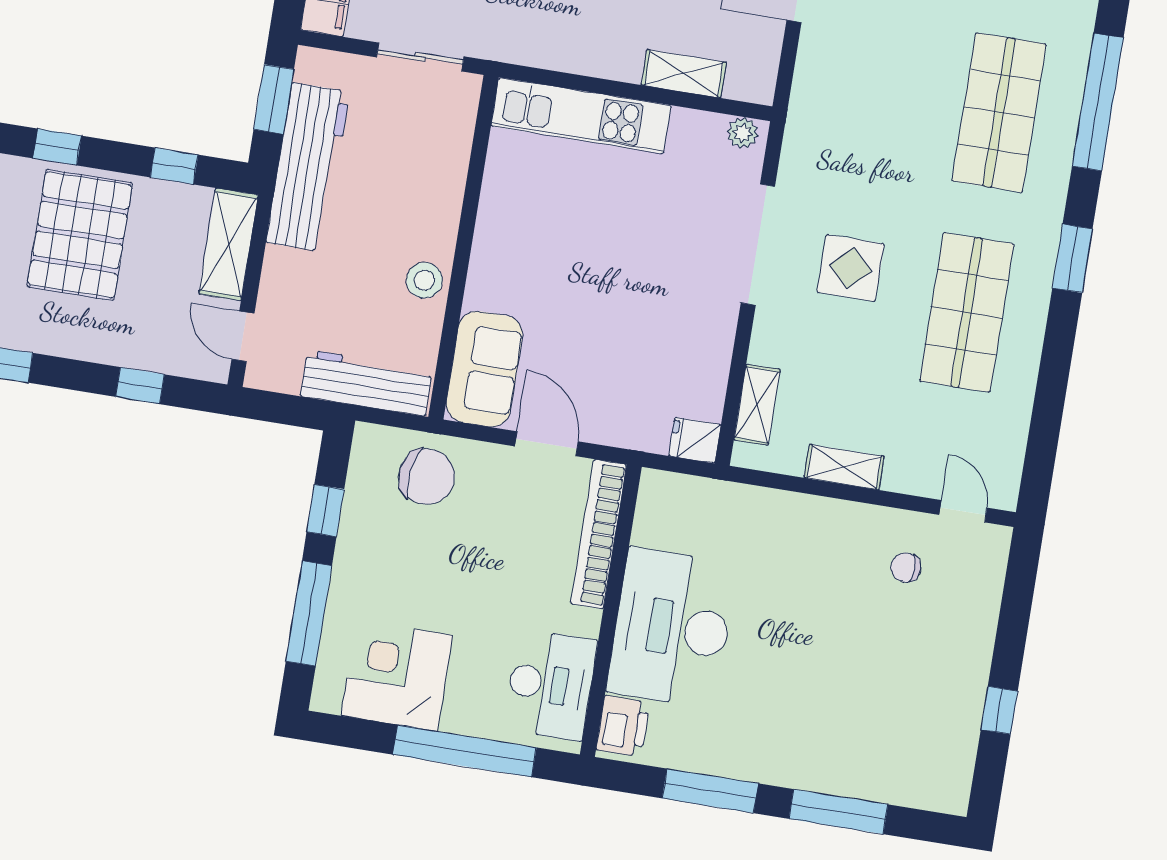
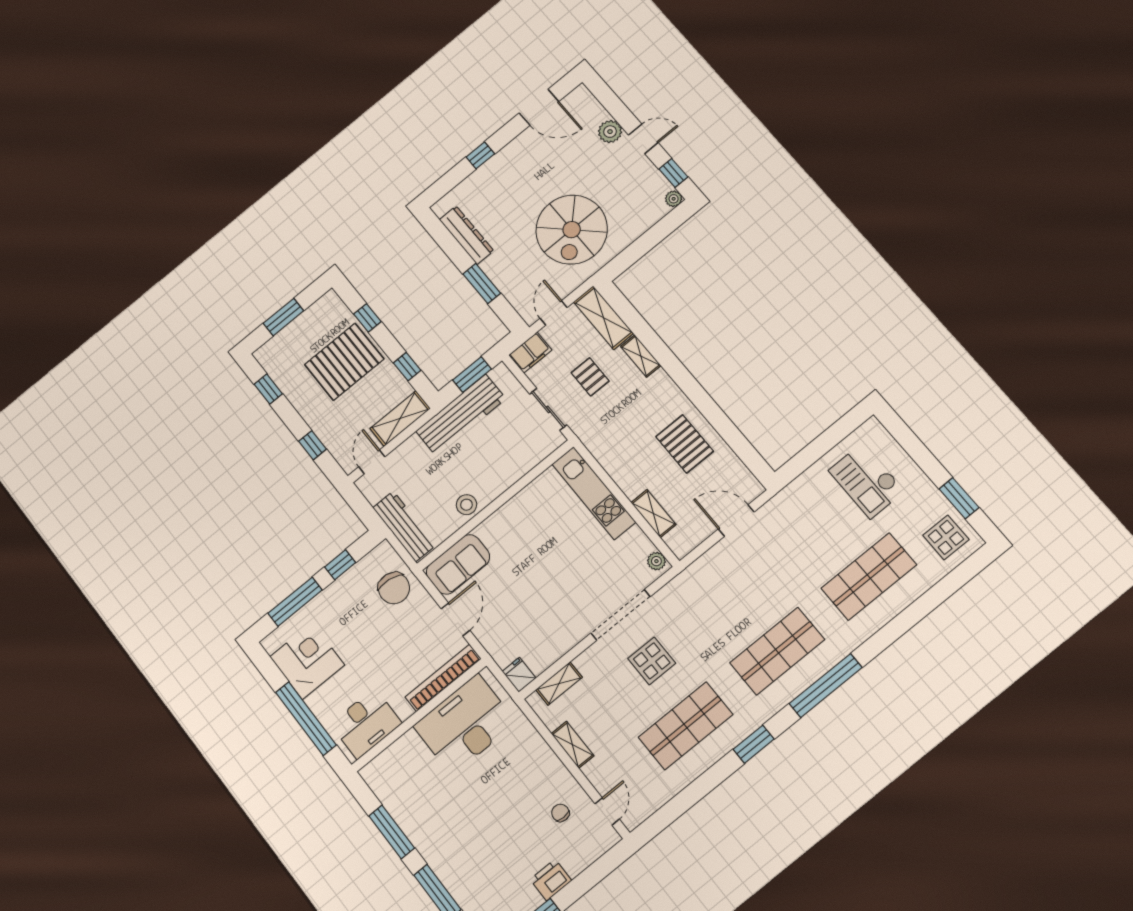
desk: (672, 628) -> (465, 724), moved
printer: (623, 726) -> (551, 880), moved, turned 180

